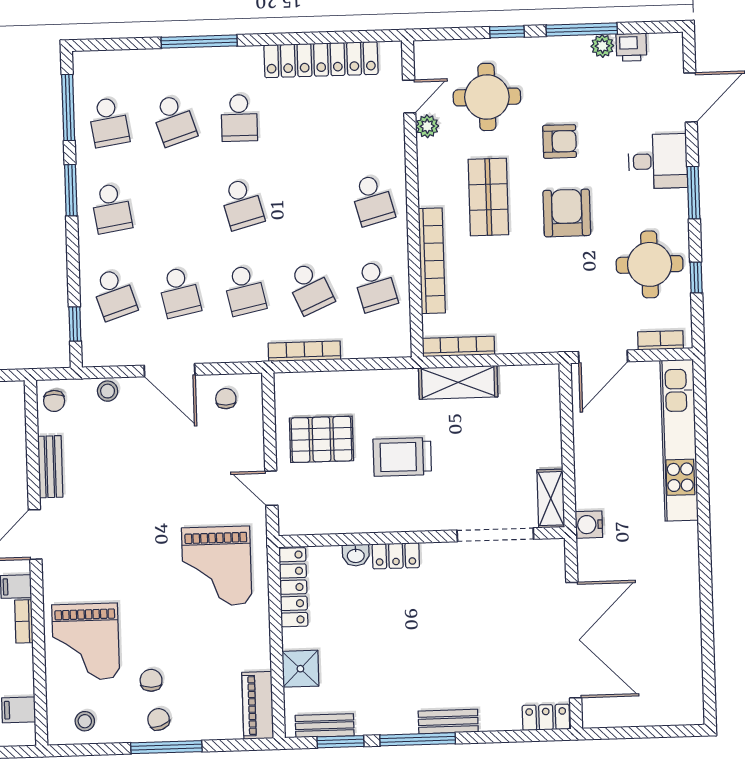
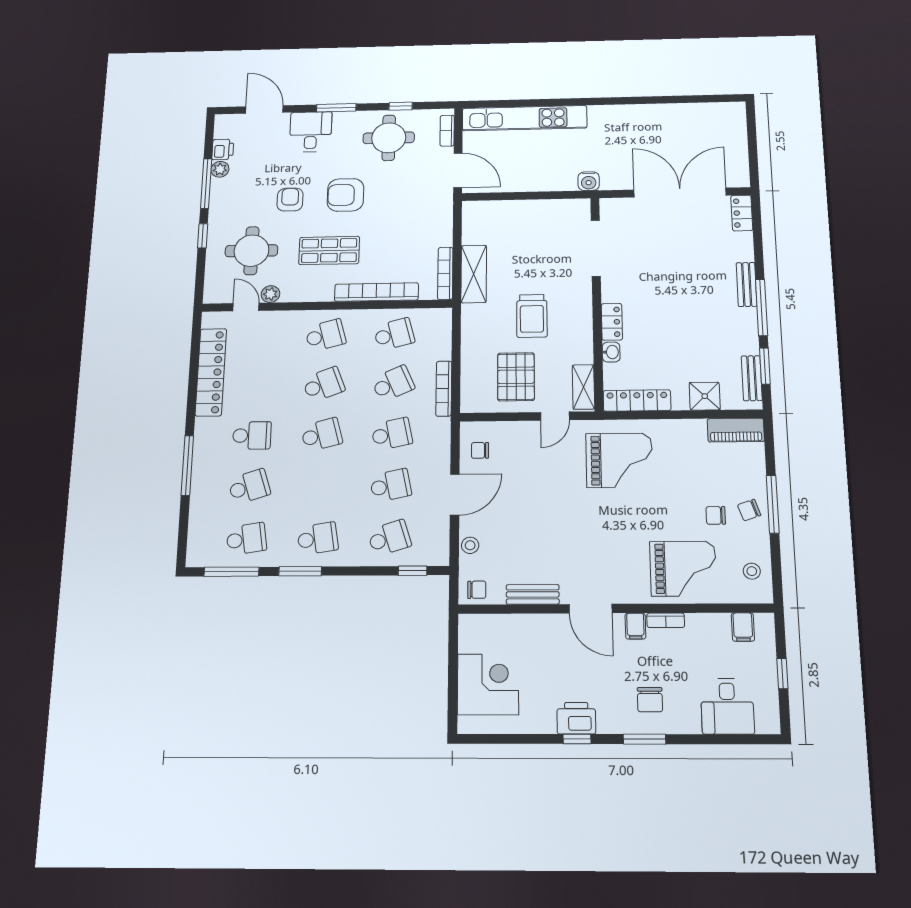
school desk: (307, 202) -> (324, 384), added
shelving: (551, 499) -> (583, 387), moved, turned 90

